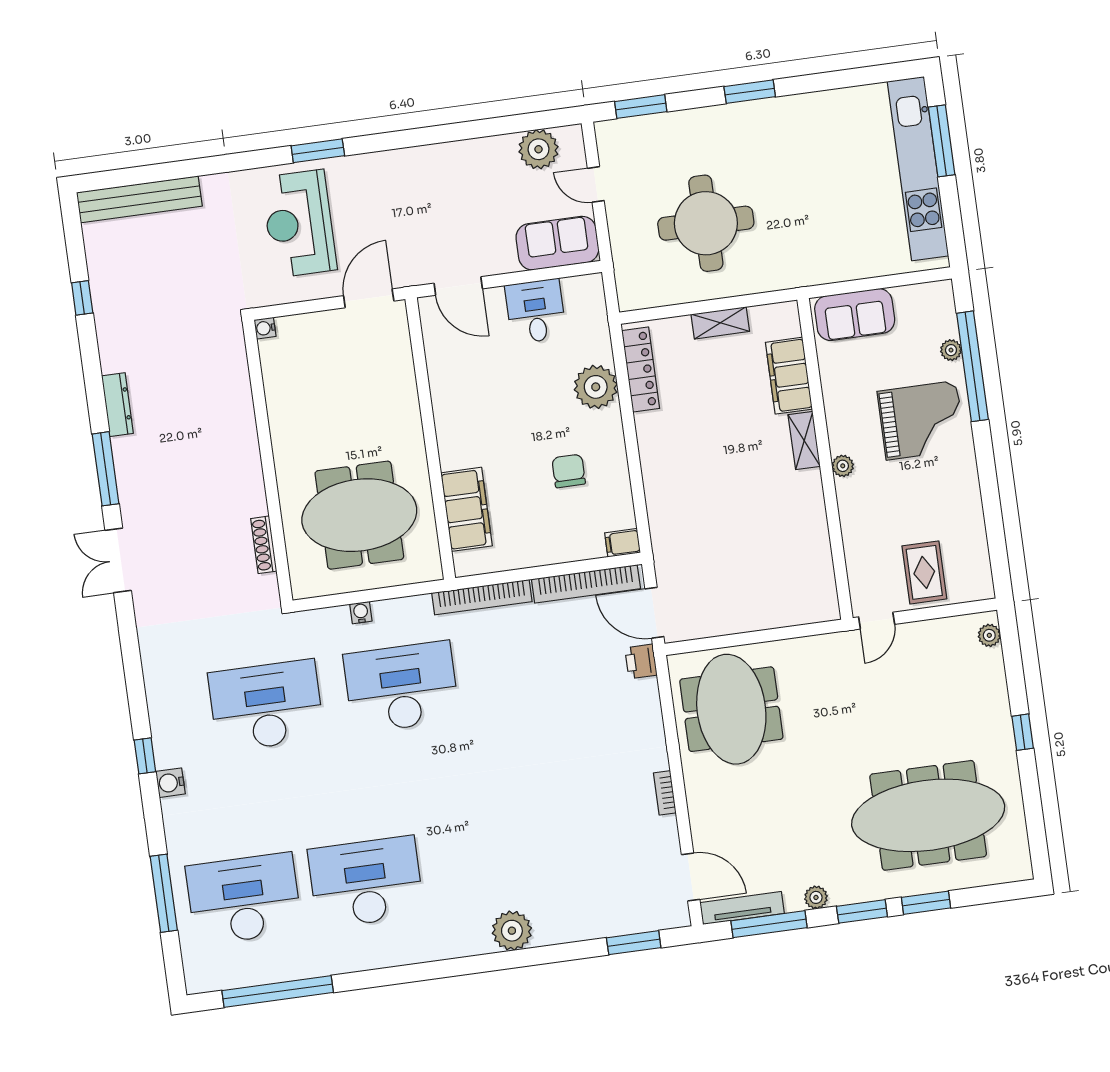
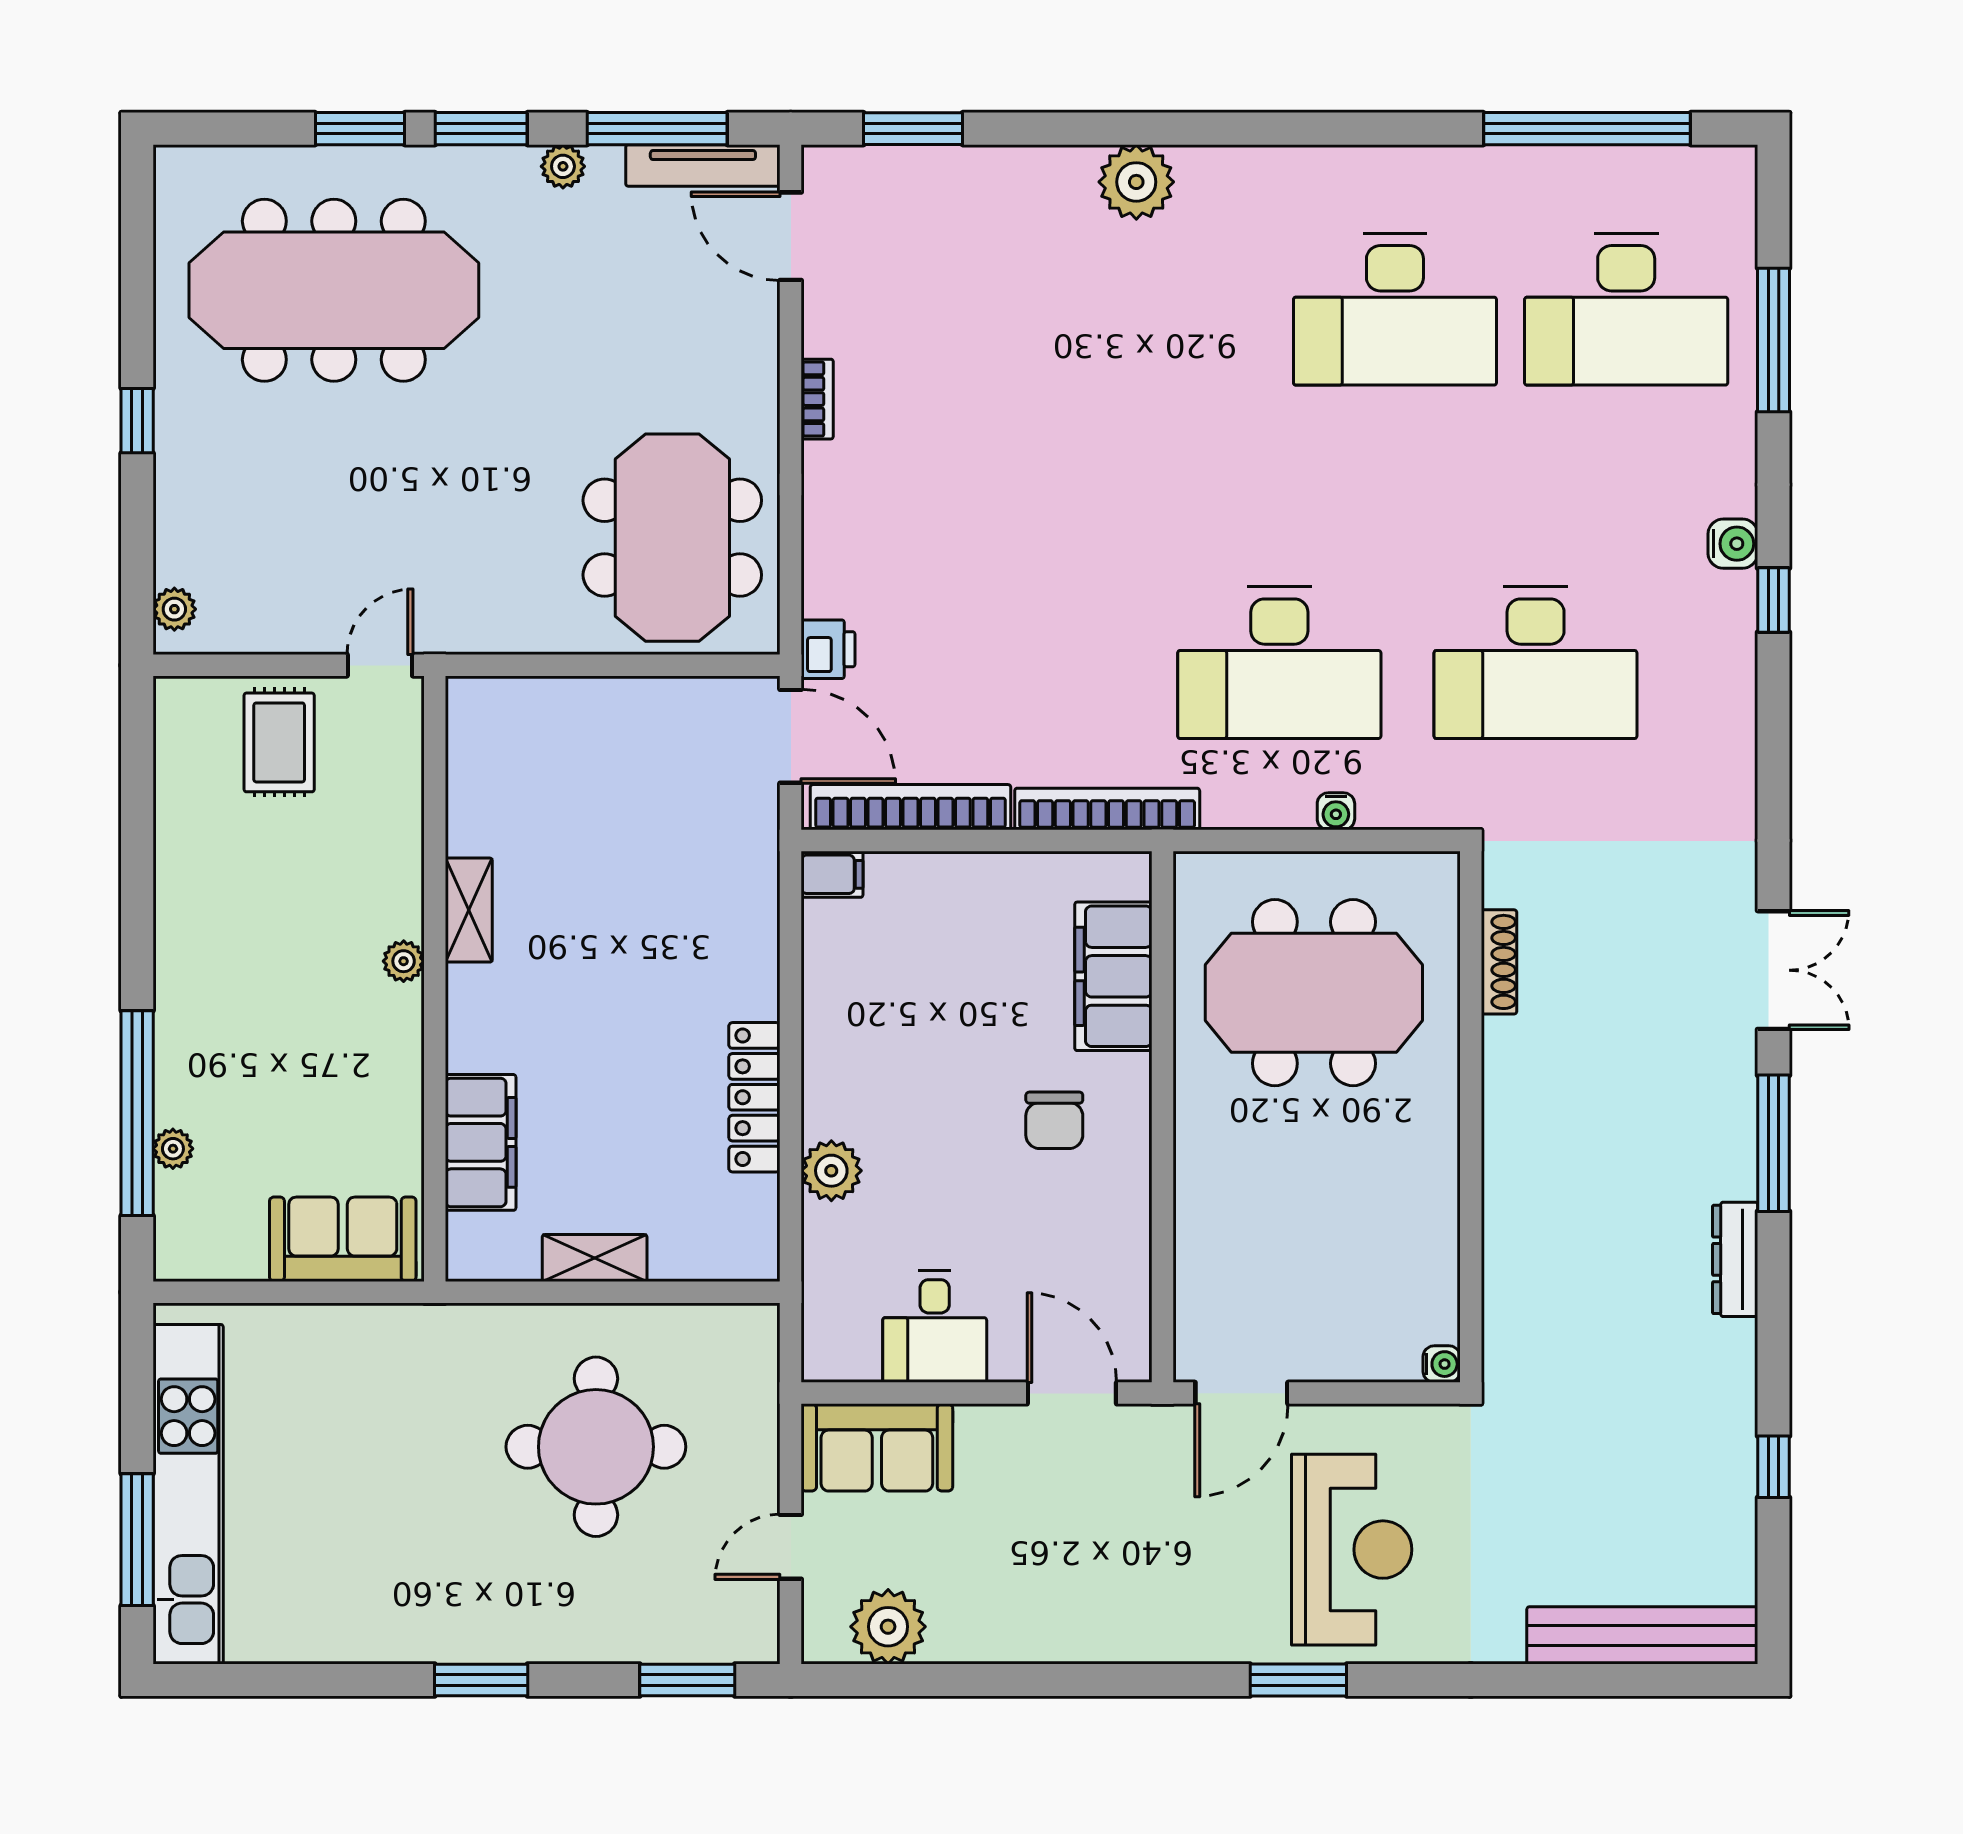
door: (596, 184) -> (791, 1547), swing flipped
locker: (641, 369) -> (754, 1097), moved
plant: (596, 387) -> (831, 1171), width x0.73, depth x0.73
grand piano: (921, 420) -> (246, 1026), removed
shelving: (804, 441) -> (469, 910), moved
chair: (569, 471) -> (1054, 1120), moved

